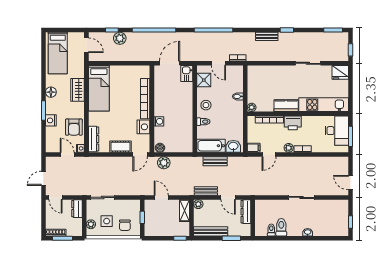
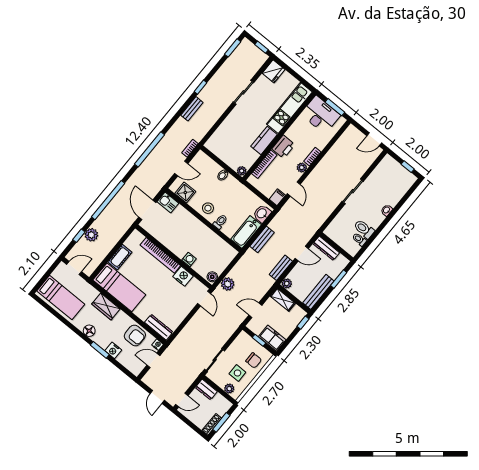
cot: (120, 147) -> (120, 257), moved
freezer: (151, 226) -> (272, 338), added

